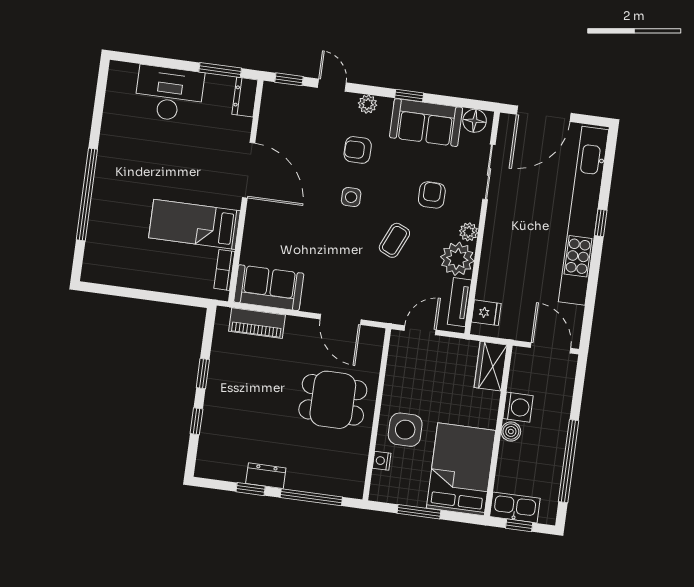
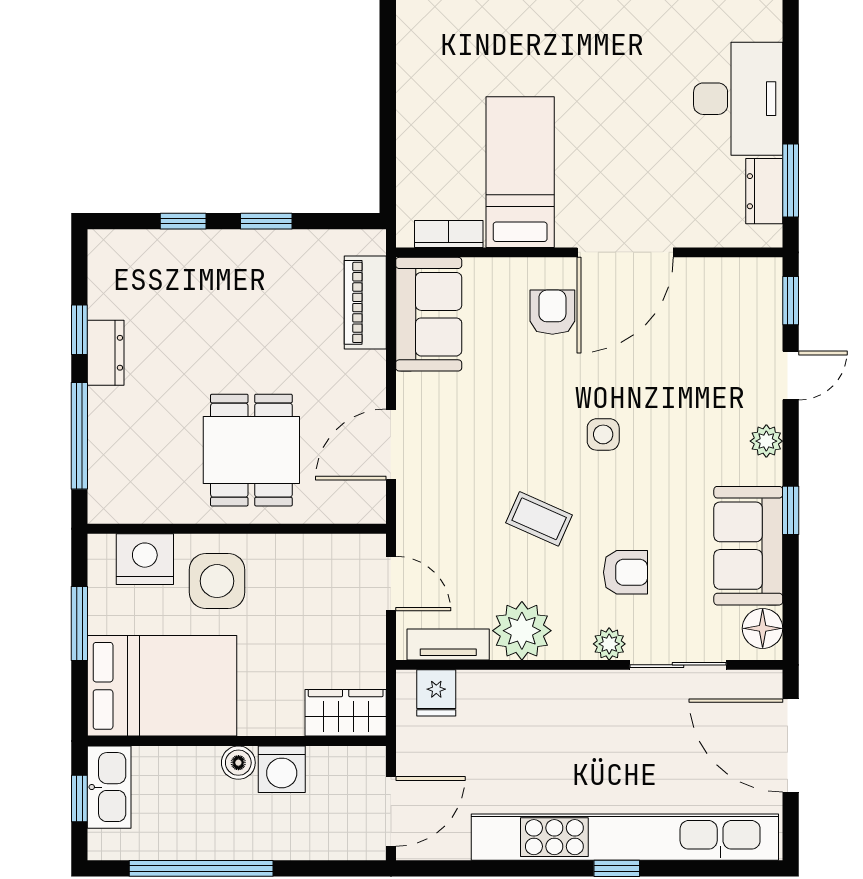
dresser: (245, 97) -> (764, 191), moved, turned -90
armchair: (358, 150) -> (552, 312), moved
plant: (469, 232) -> (609, 644), moved
nightstand: (382, 461) -> (145, 559), width x1.89, depth x1.79

